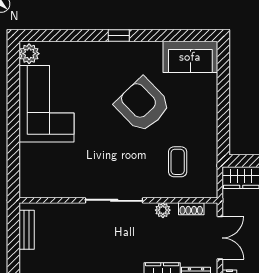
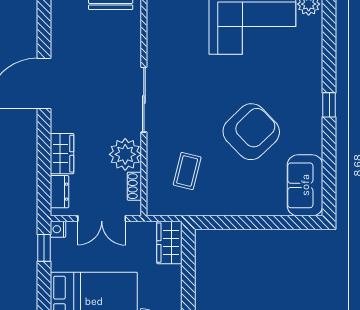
coffee table: (178, 162) -> (187, 171), turned -76
plant: (163, 210) -> (125, 154), width x1.87, depth x1.87

